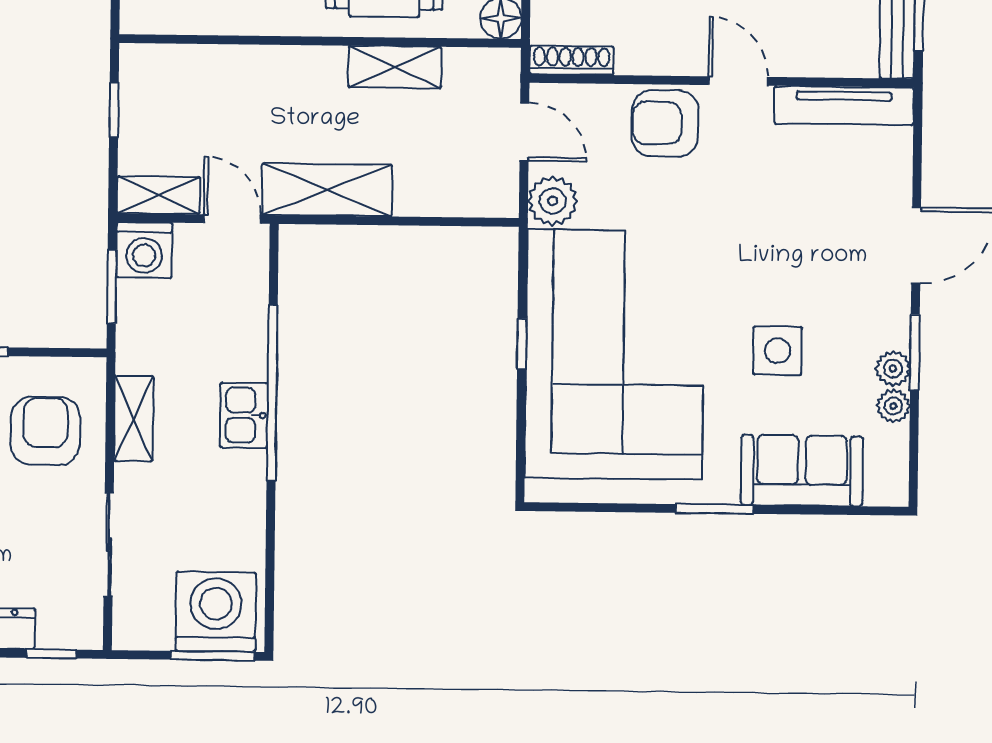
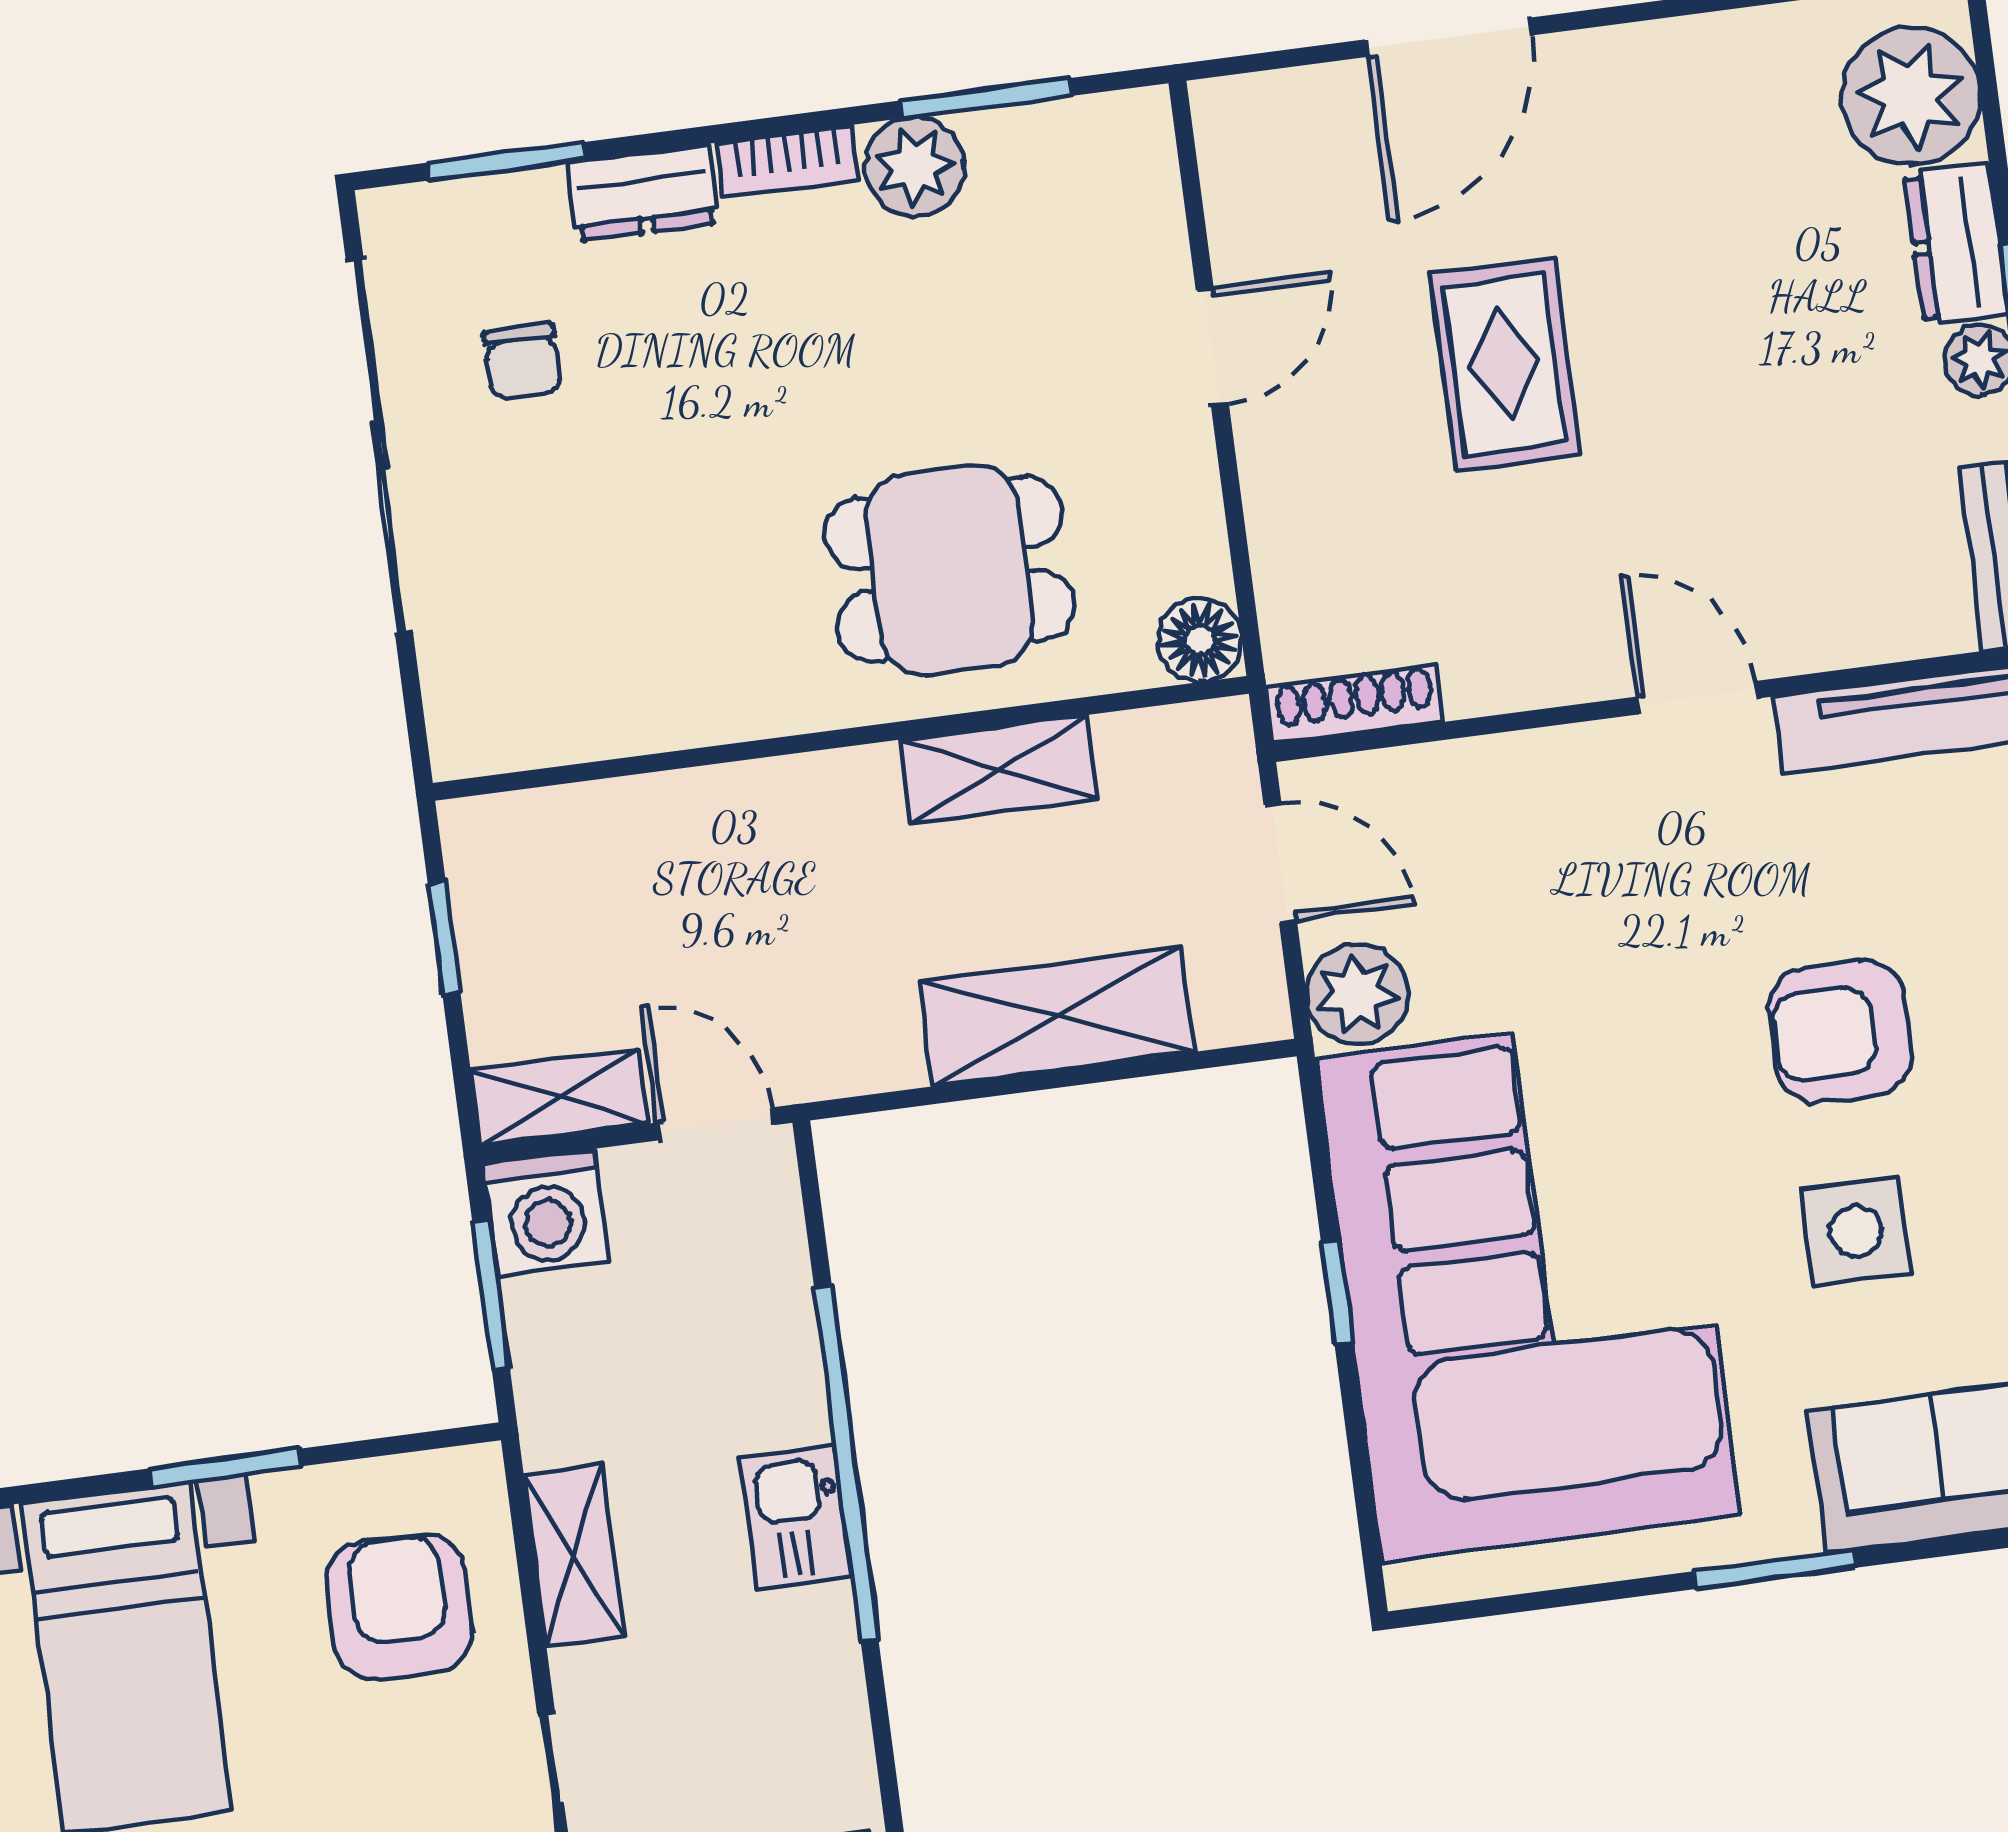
armchair: (665, 123) -> (1840, 1032), moved
shelving: (327, 190) -> (1057, 1017), moved

